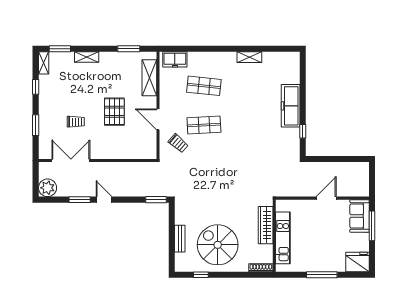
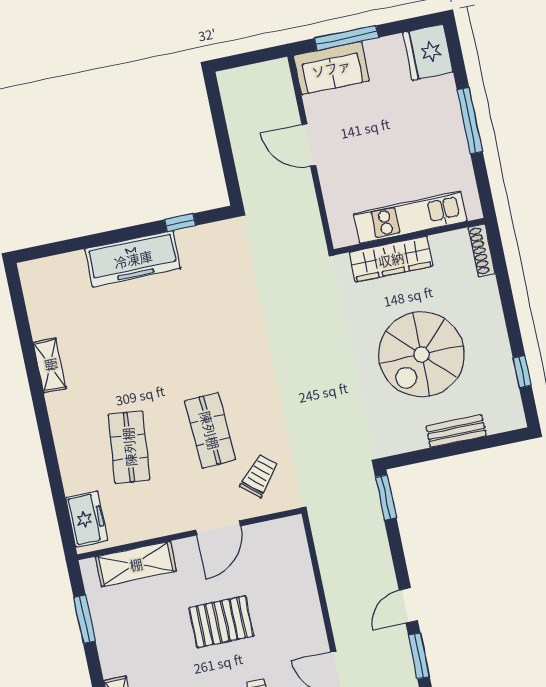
spiral stairs: (218, 245) -> (421, 354), moved

